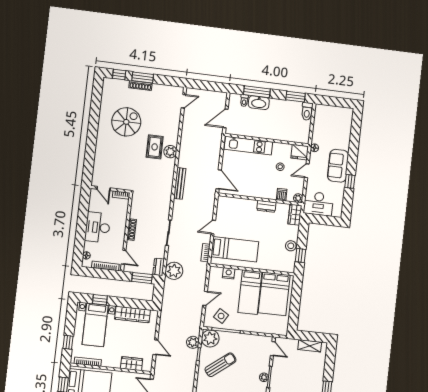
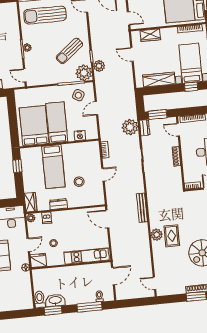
door: (184, 101) -> (154, 283), hinge flipped
washbasin: (259, 103) -> (55, 300), moved
stool: (291, 246) -> (79, 182), moved
bed: (235, 249) -> (53, 167), moved, turned -90

